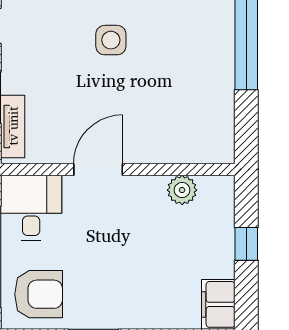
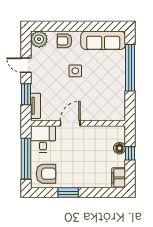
plant: (182, 190) -> (104, 132), removed
floor lamp: (220, 231) -> (120, 148), added

